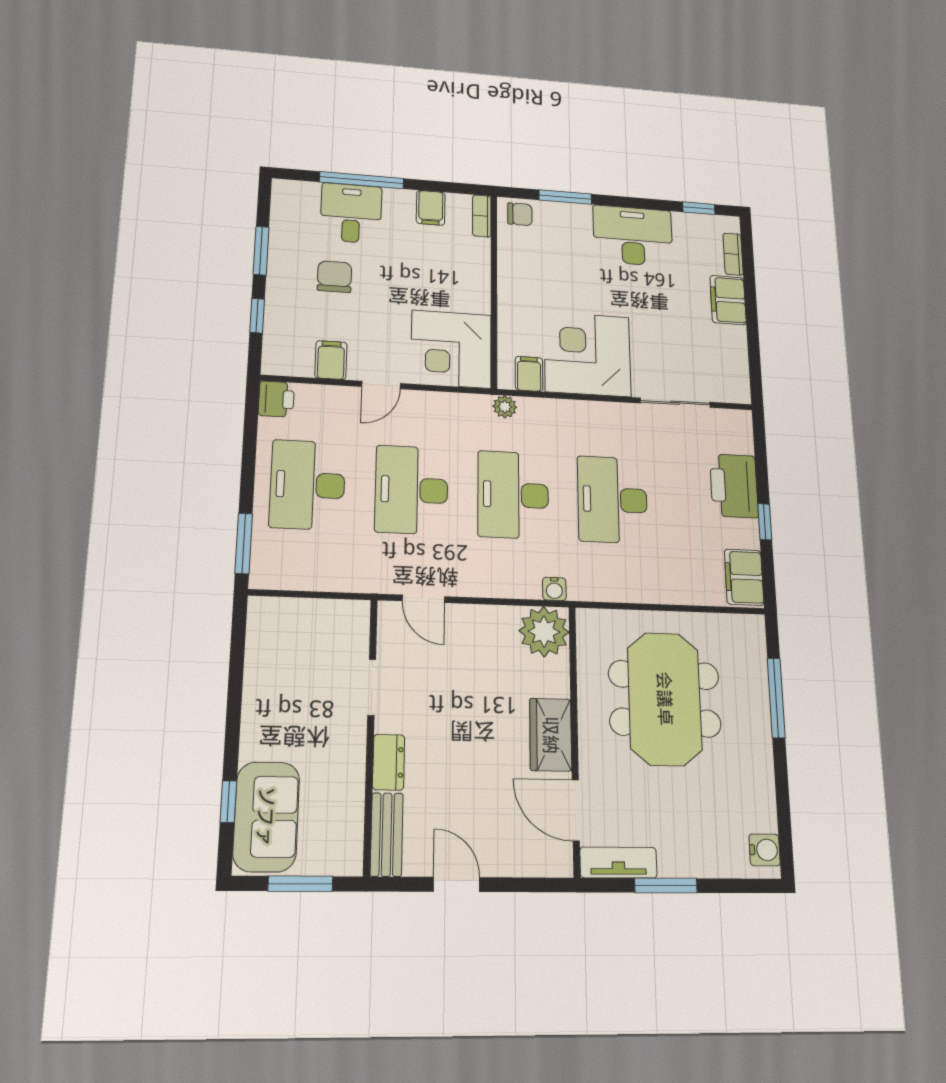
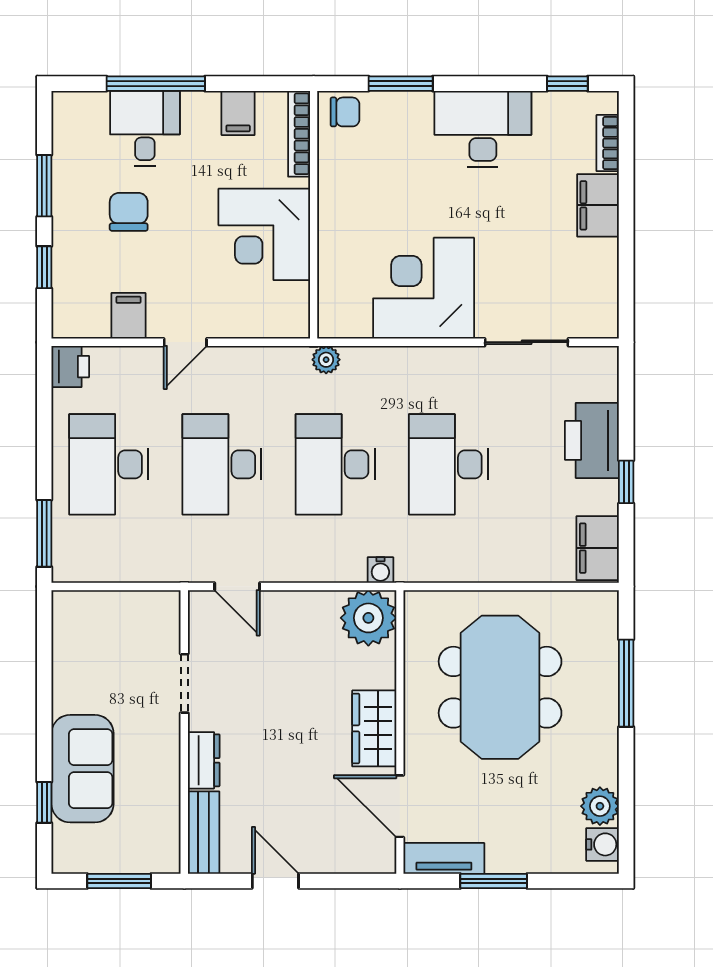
bookcase: (482, 216) -> (299, 134), width x1.56
corner desk: (451, 349) -> (264, 234), moved
filing cabinet: (529, 374) -> (354, 318), removed
plant: (760, 813) -> (600, 806), added
sofa: (266, 817) -> (83, 769), moved

